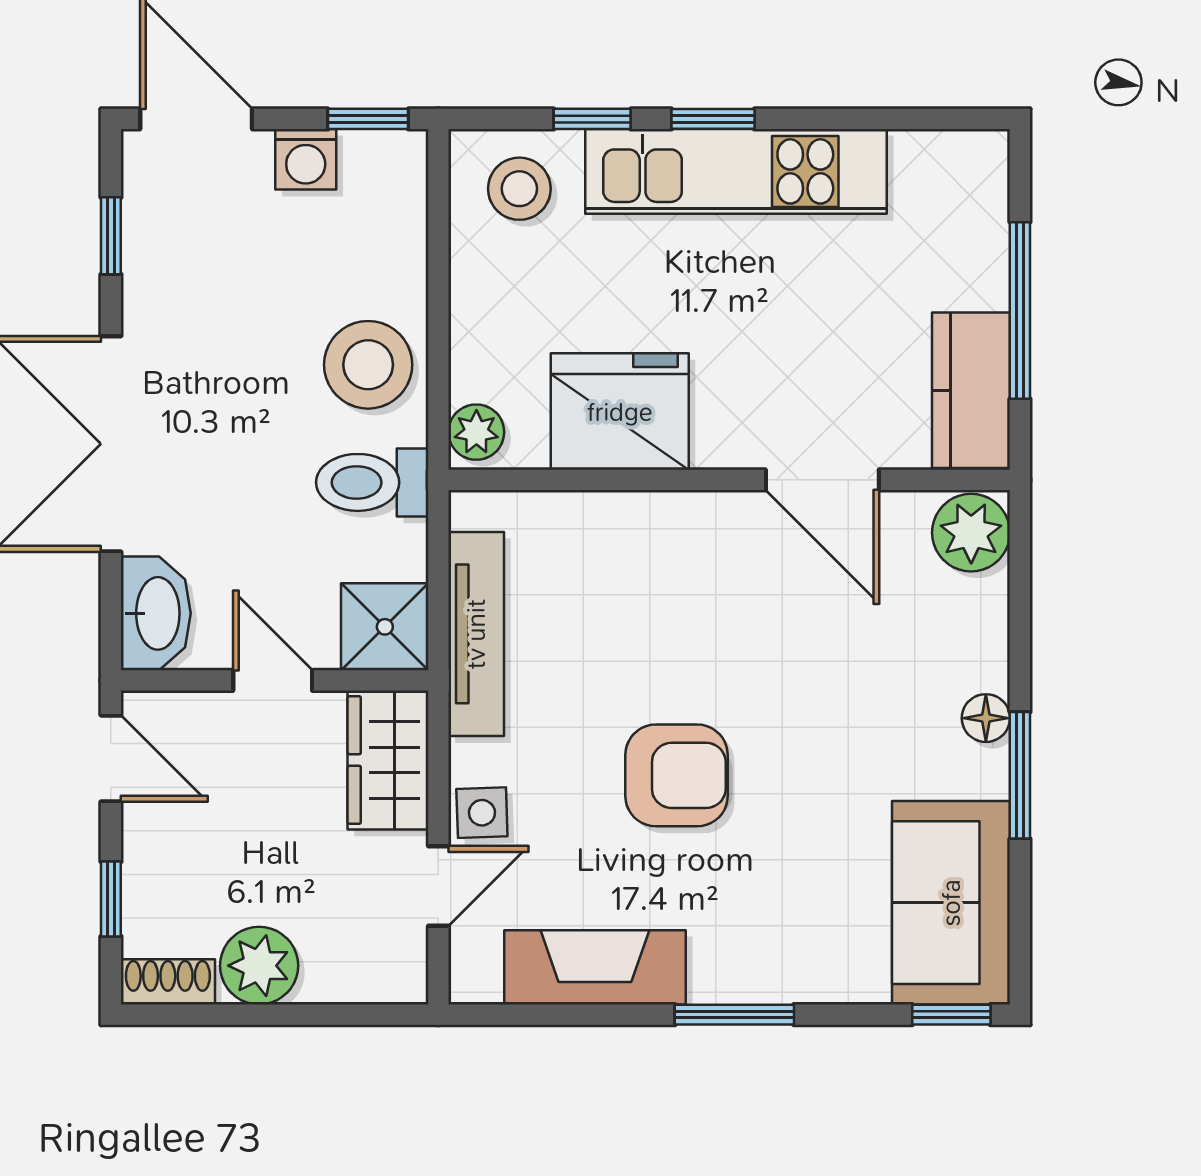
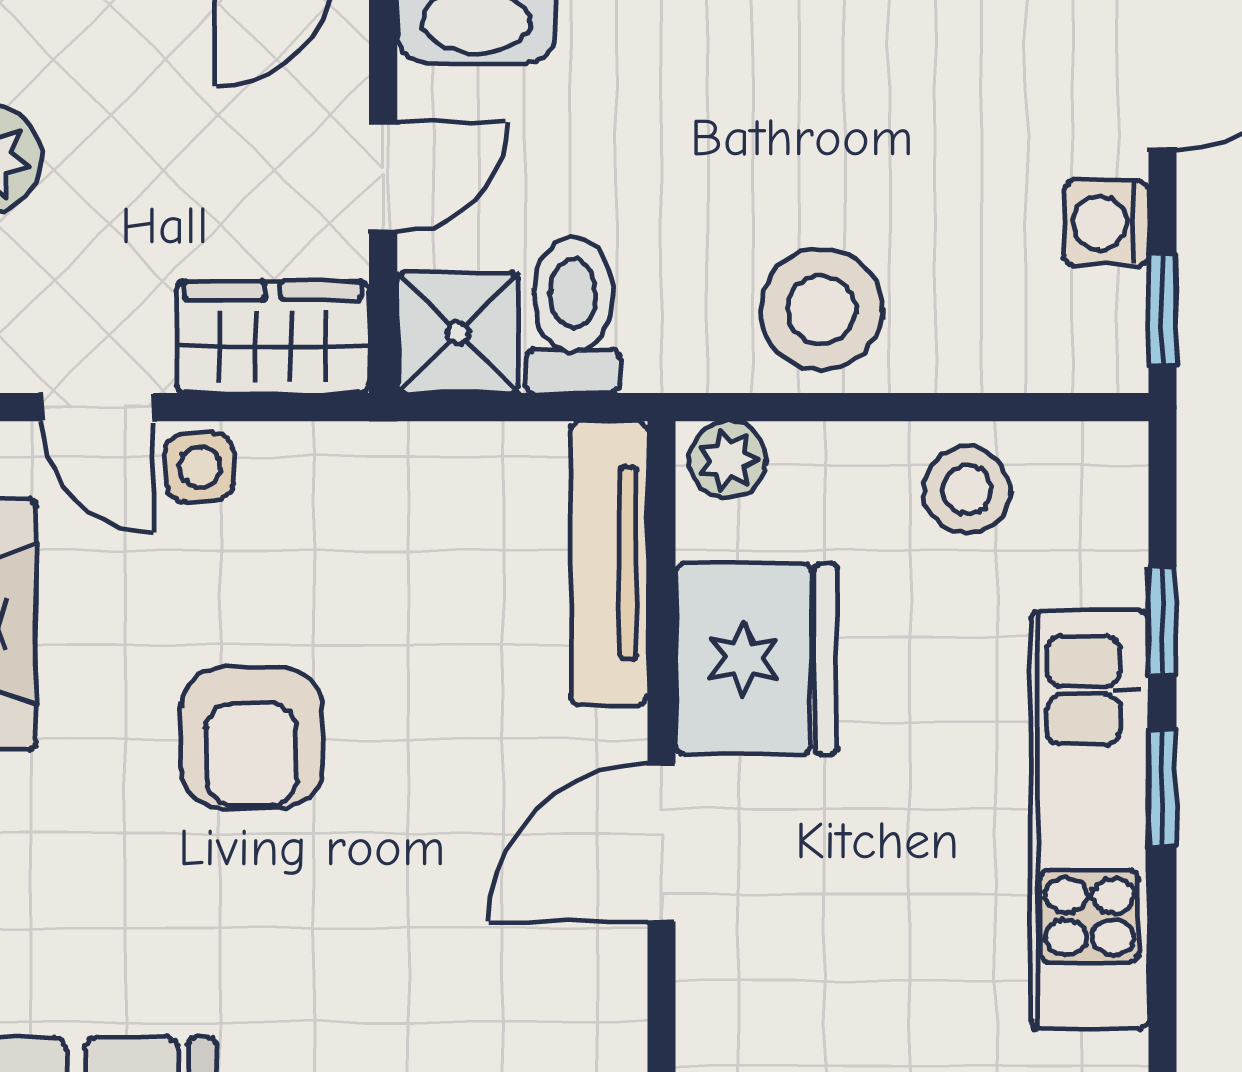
stool: (519, 189) -> (967, 490), moved
door: (822, 480) -> (661, 843), moved
toilet: (372, 482) -> (573, 315), moved
tv unit: (476, 634) -> (609, 563), moved, turned 90

